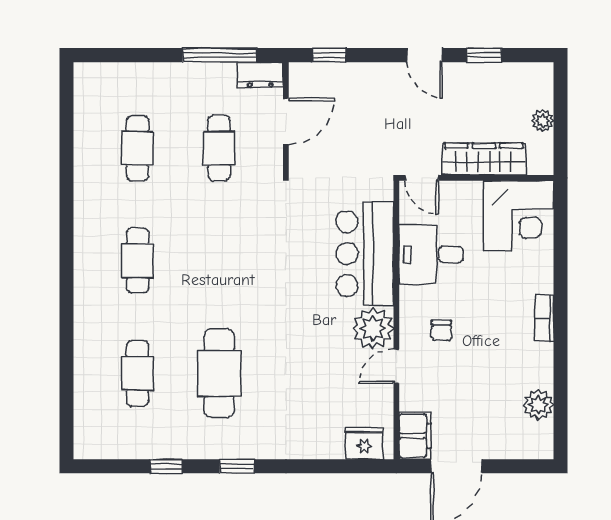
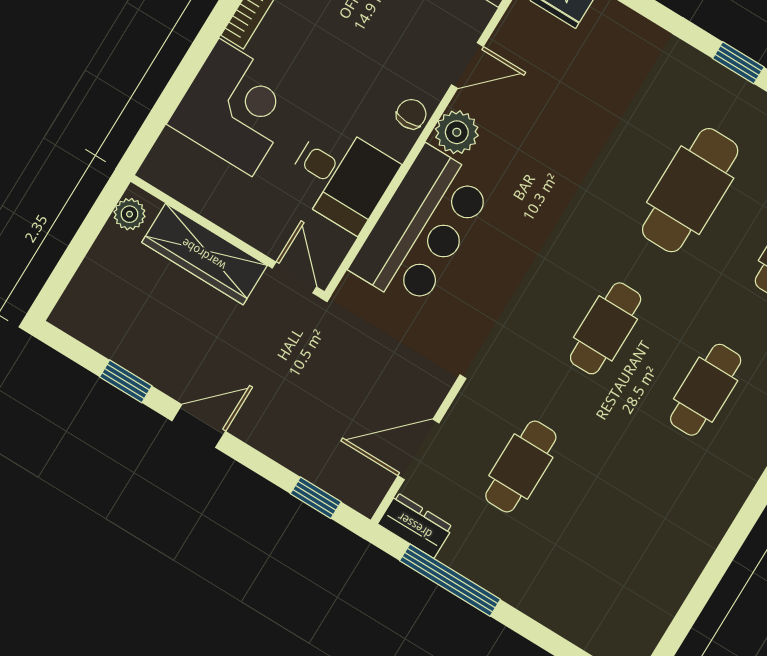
door: (425, 55) -> (199, 426), hinge flipped
plant: (543, 121) -> (130, 214), moved
cafe table: (138, 148) -> (606, 328), moved
corner desk: (519, 216) -> (236, 107), moved, turned 90
plant: (373, 328) -> (457, 132), width x0.73, depth x0.73
chair: (441, 331) -> (411, 114), moved

